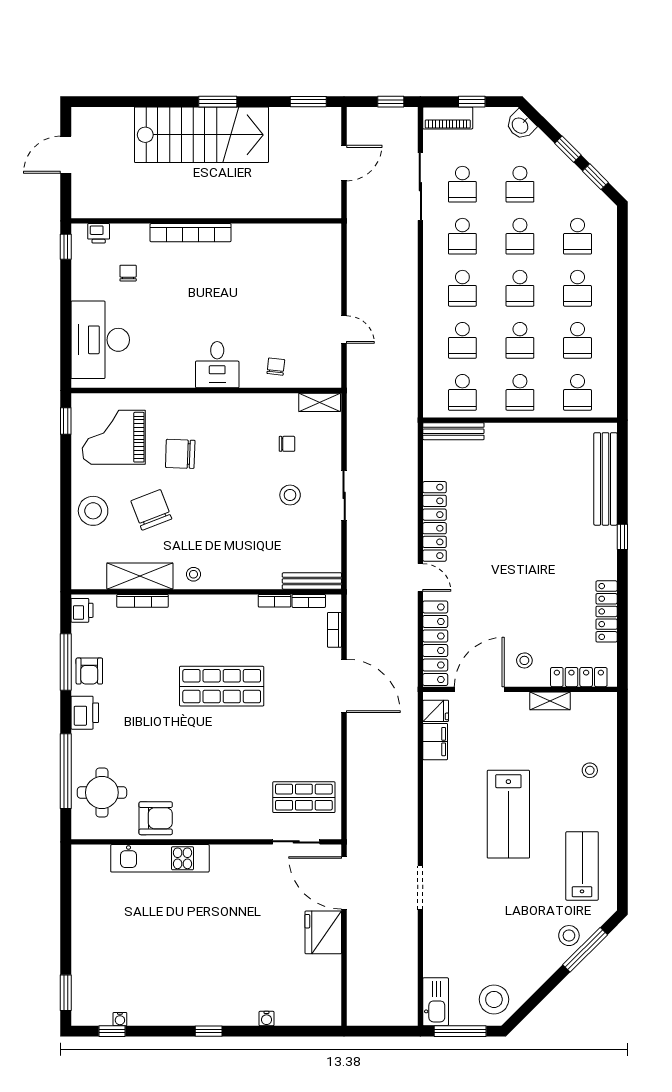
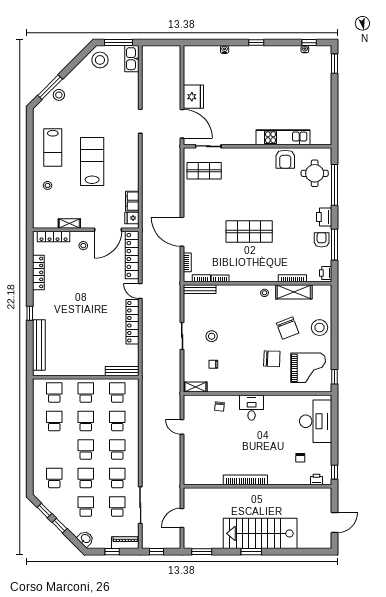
bookcase: (191, 233) -> (245, 480), moved
school desk: (578, 288) -> (54, 449), removed
armchair: (156, 818) -> (285, 159), turned -90
lab bench: (582, 866) -> (53, 148), moved

